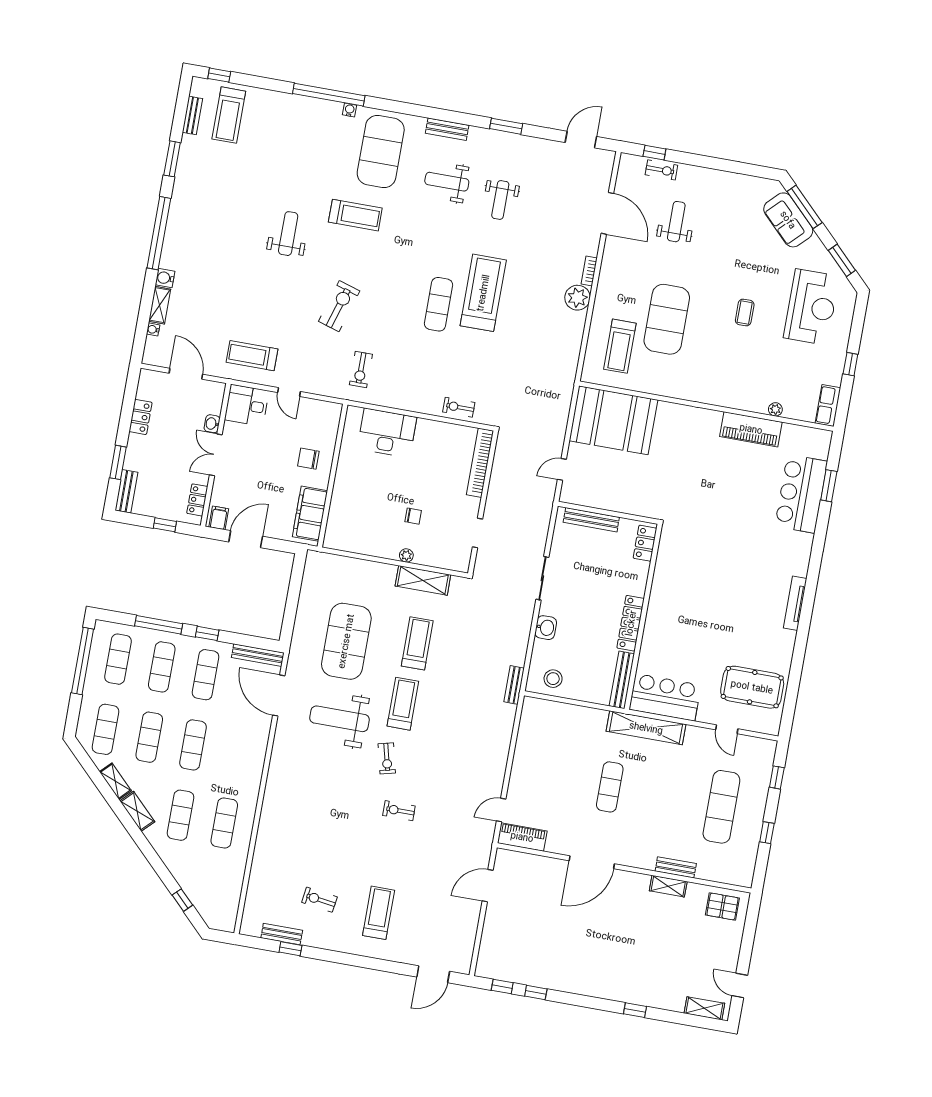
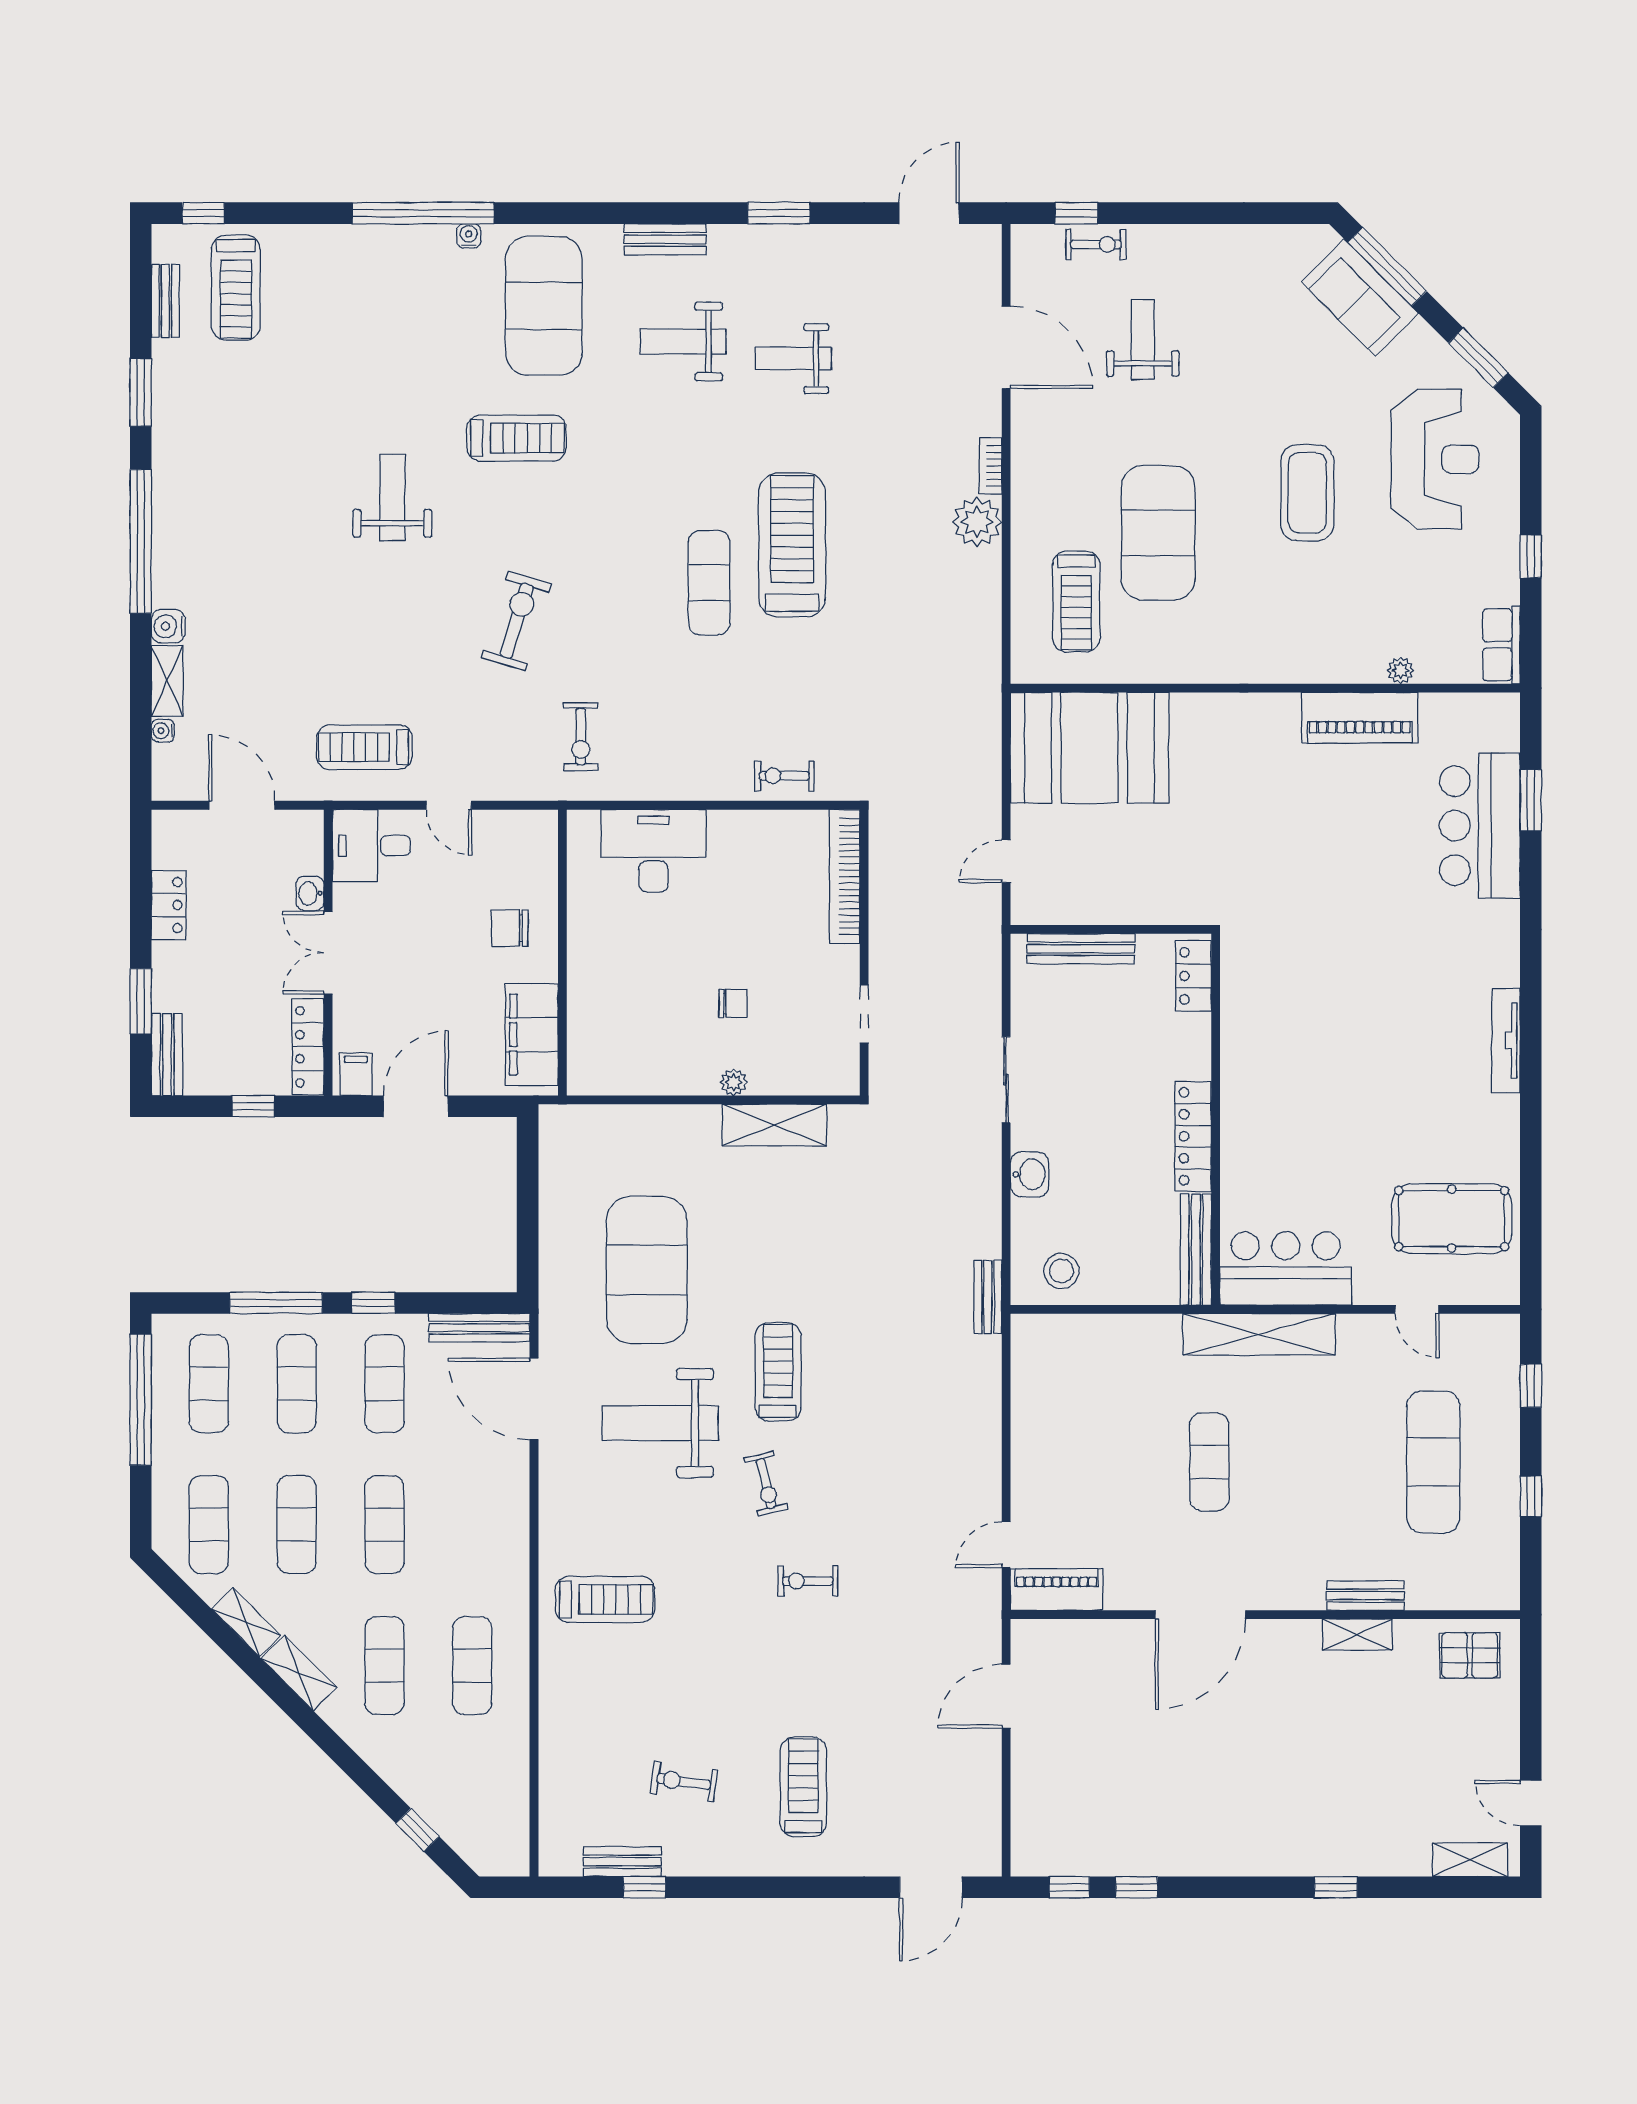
weight bench: (500, 200) -> (793, 359), turned 90
coffee table: (745, 312) -> (1307, 493), width x1.86, depth x1.72
locker: (197, 500) -> (308, 1047), width x1.53
treadmill: (417, 643) -> (605, 1599), moved, turned 90

